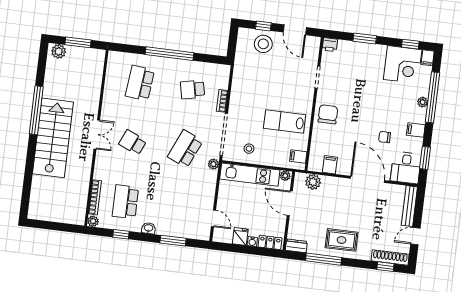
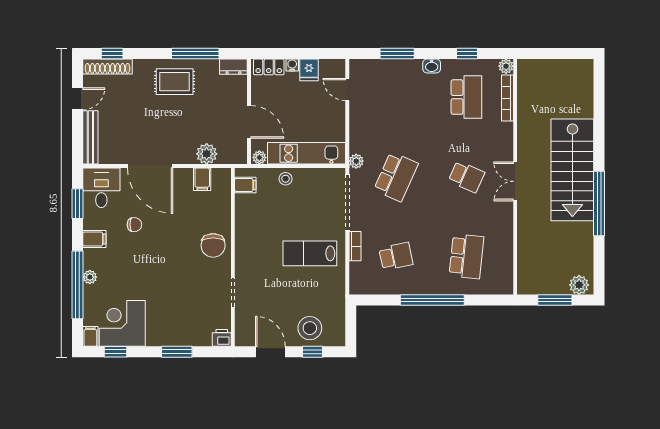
lab bench: (285, 122) -> (310, 253), moved, turned 180
stool: (249, 149) -> (286, 179), moved
plant: (313, 182) -> (207, 154), moved

